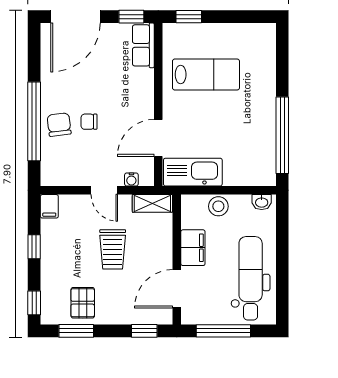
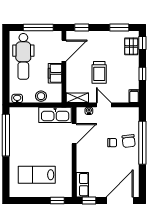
lab bench: (206, 74) -> (37, 175), moved
trolley: (113, 249) -> (99, 72), turned 180
pallet: (83, 303) -> (131, 46), moved

